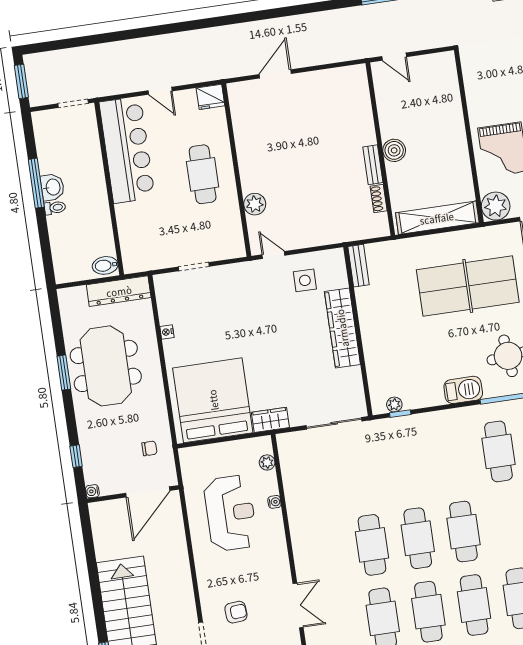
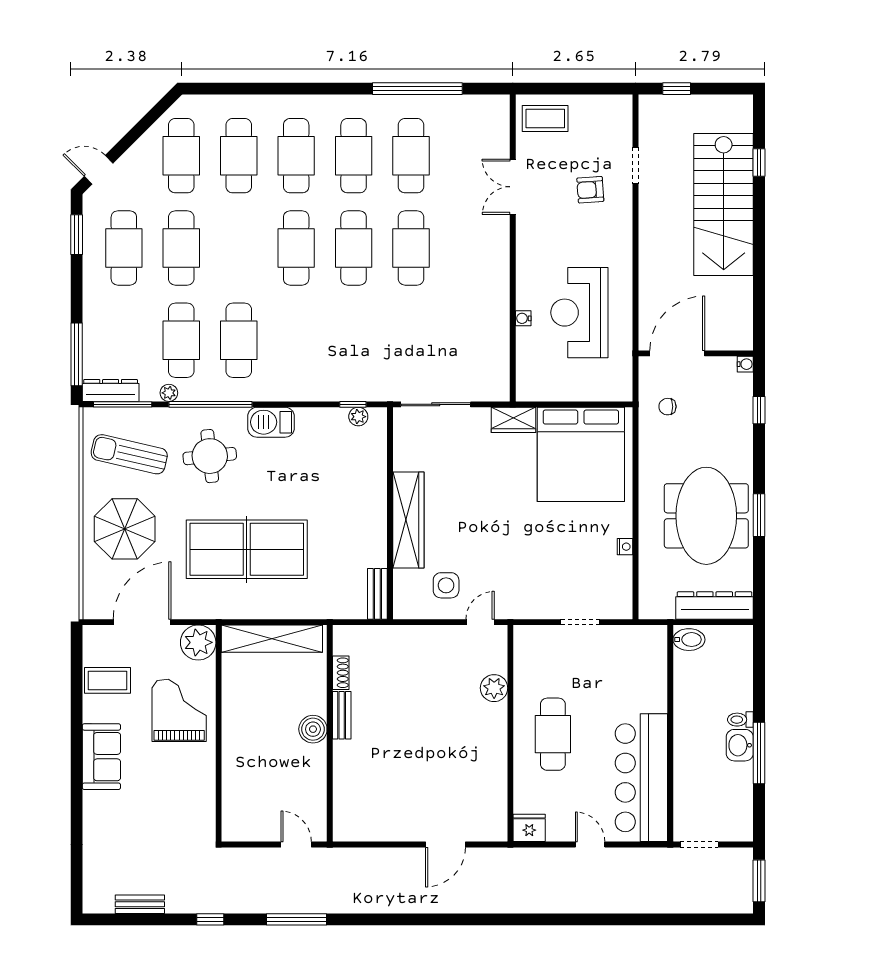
door: (273, 255) -> (480, 622), swing flipped
dresser: (119, 291) -> (715, 606), moved
plant: (267, 462) -> (525, 368), removed

